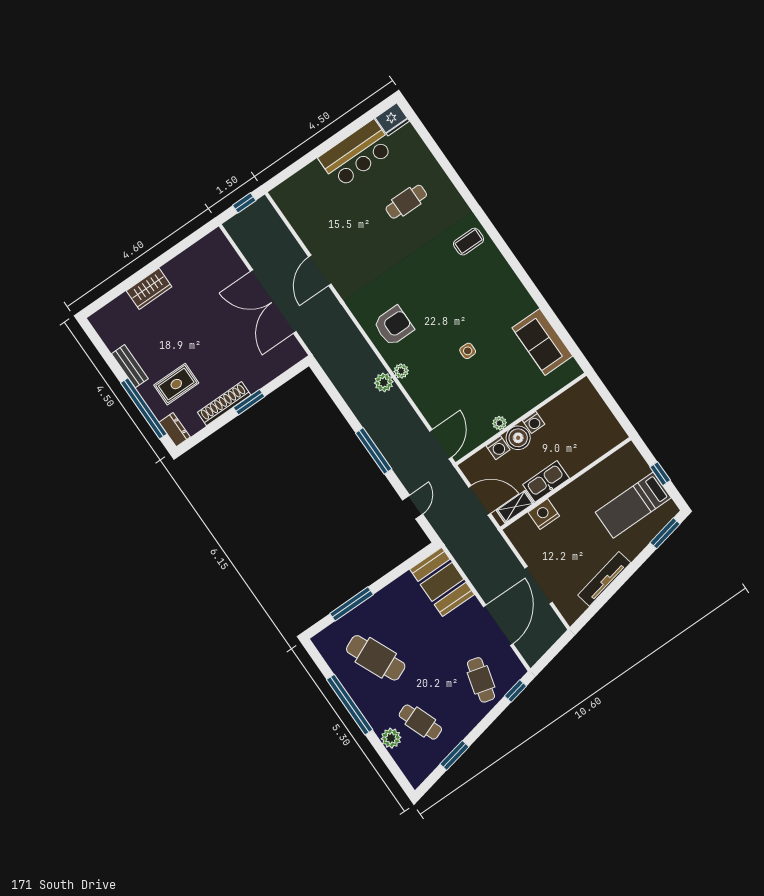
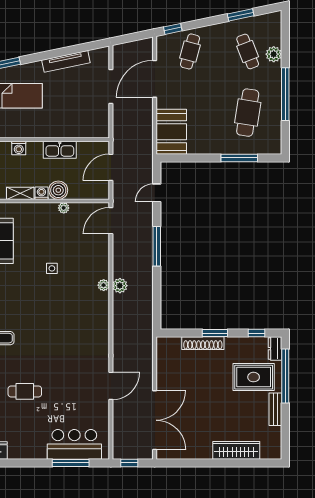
bar counter: (357, 154) -> (74, 444), moved
window: (306, 160) -> (71, 463), added
wardrobe: (149, 289) -> (236, 450), width x1.50
double door: (273, 302) -> (155, 420), moved
armchair: (394, 326) -> (88, 318), removed
rug: (176, 384) -> (254, 377), width x1.36, depth x1.43
shoe rack: (224, 404) -> (203, 343), moved
window: (205, 432) -> (256, 333), added
washing machine: (498, 448) -> (19, 148), moved, turned 180
door: (480, 500) -> (111, 167), hinge flipped
shelving: (515, 507) -> (20, 193), moved
nightstand: (544, 514) -> (76, 130), removed
cafe table: (376, 658) -> (248, 113), turned 33

